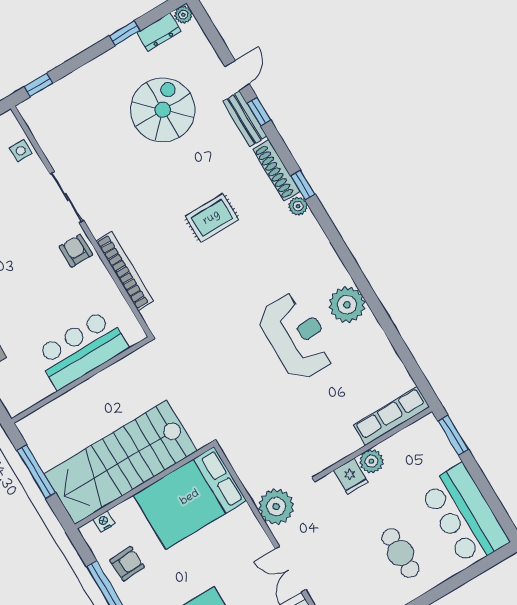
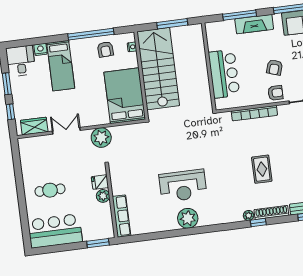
armchair: (34, 271) -> (274, 67), added

